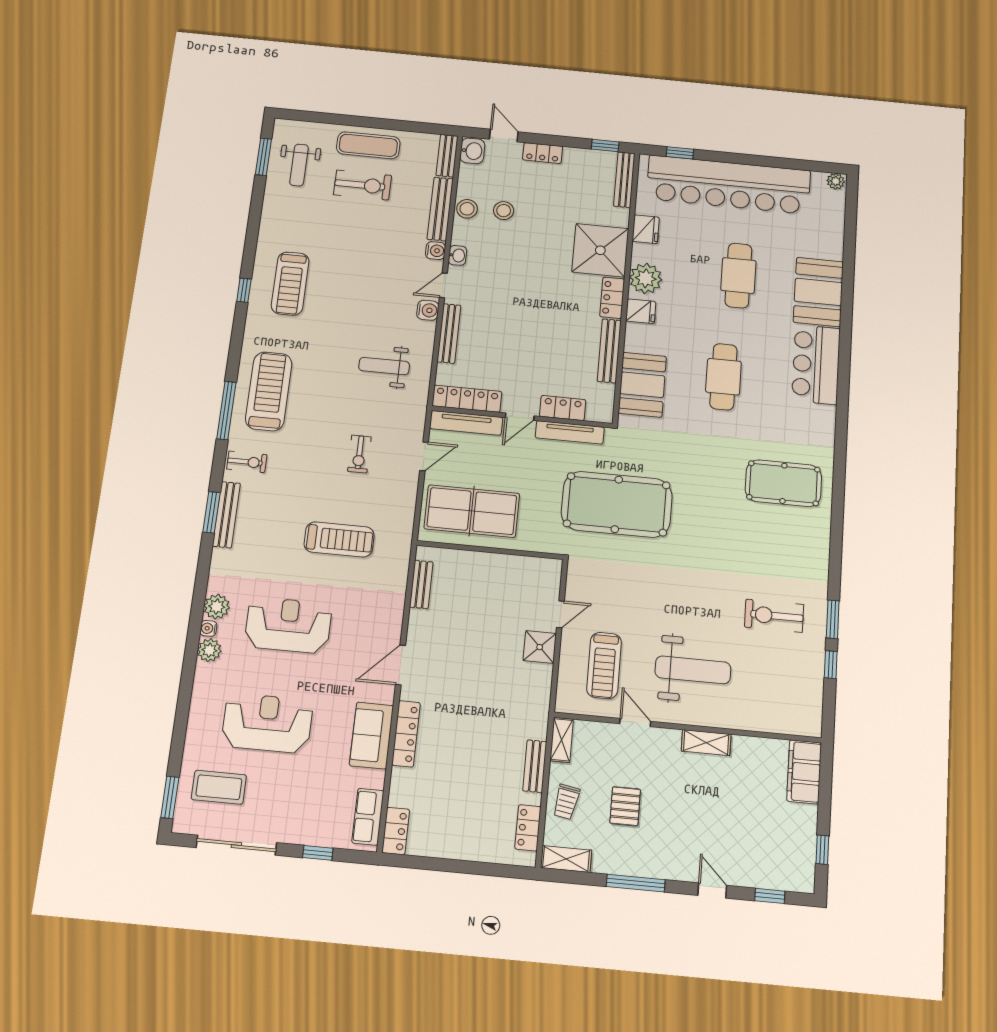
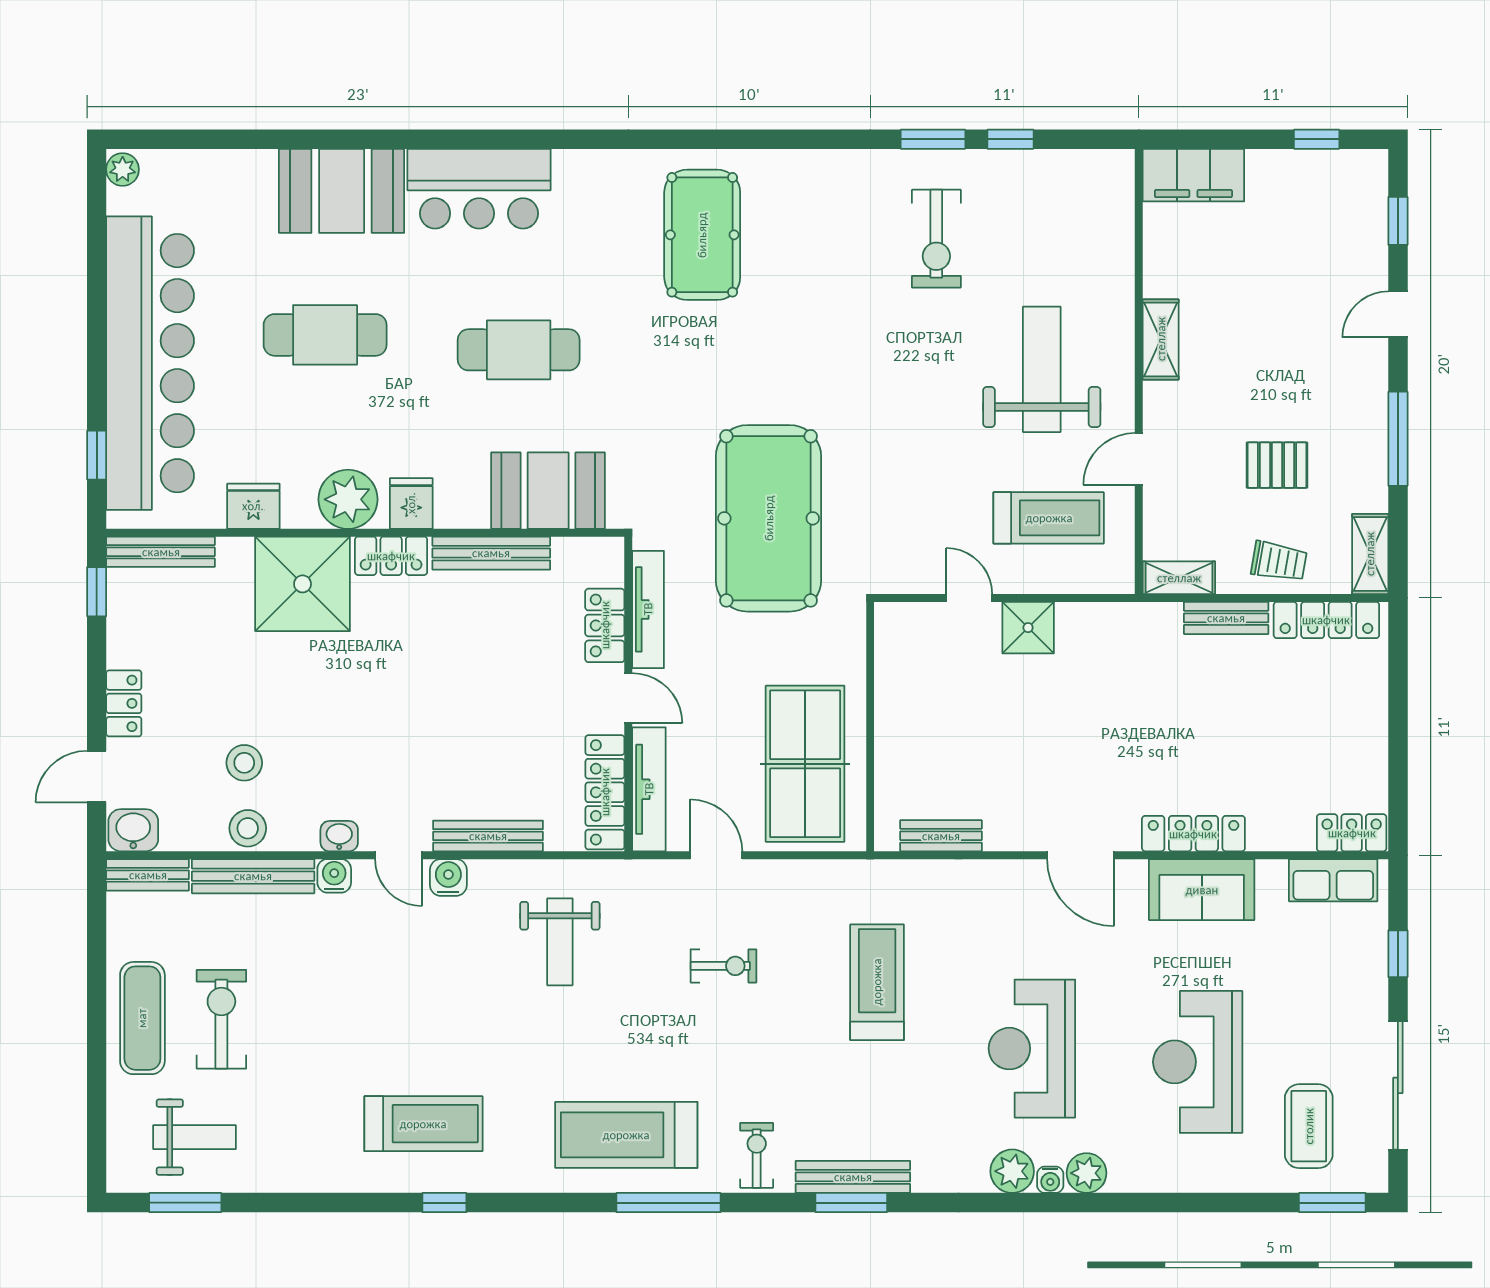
locker: (528, 828) -> (1326, 620), width x1.53

